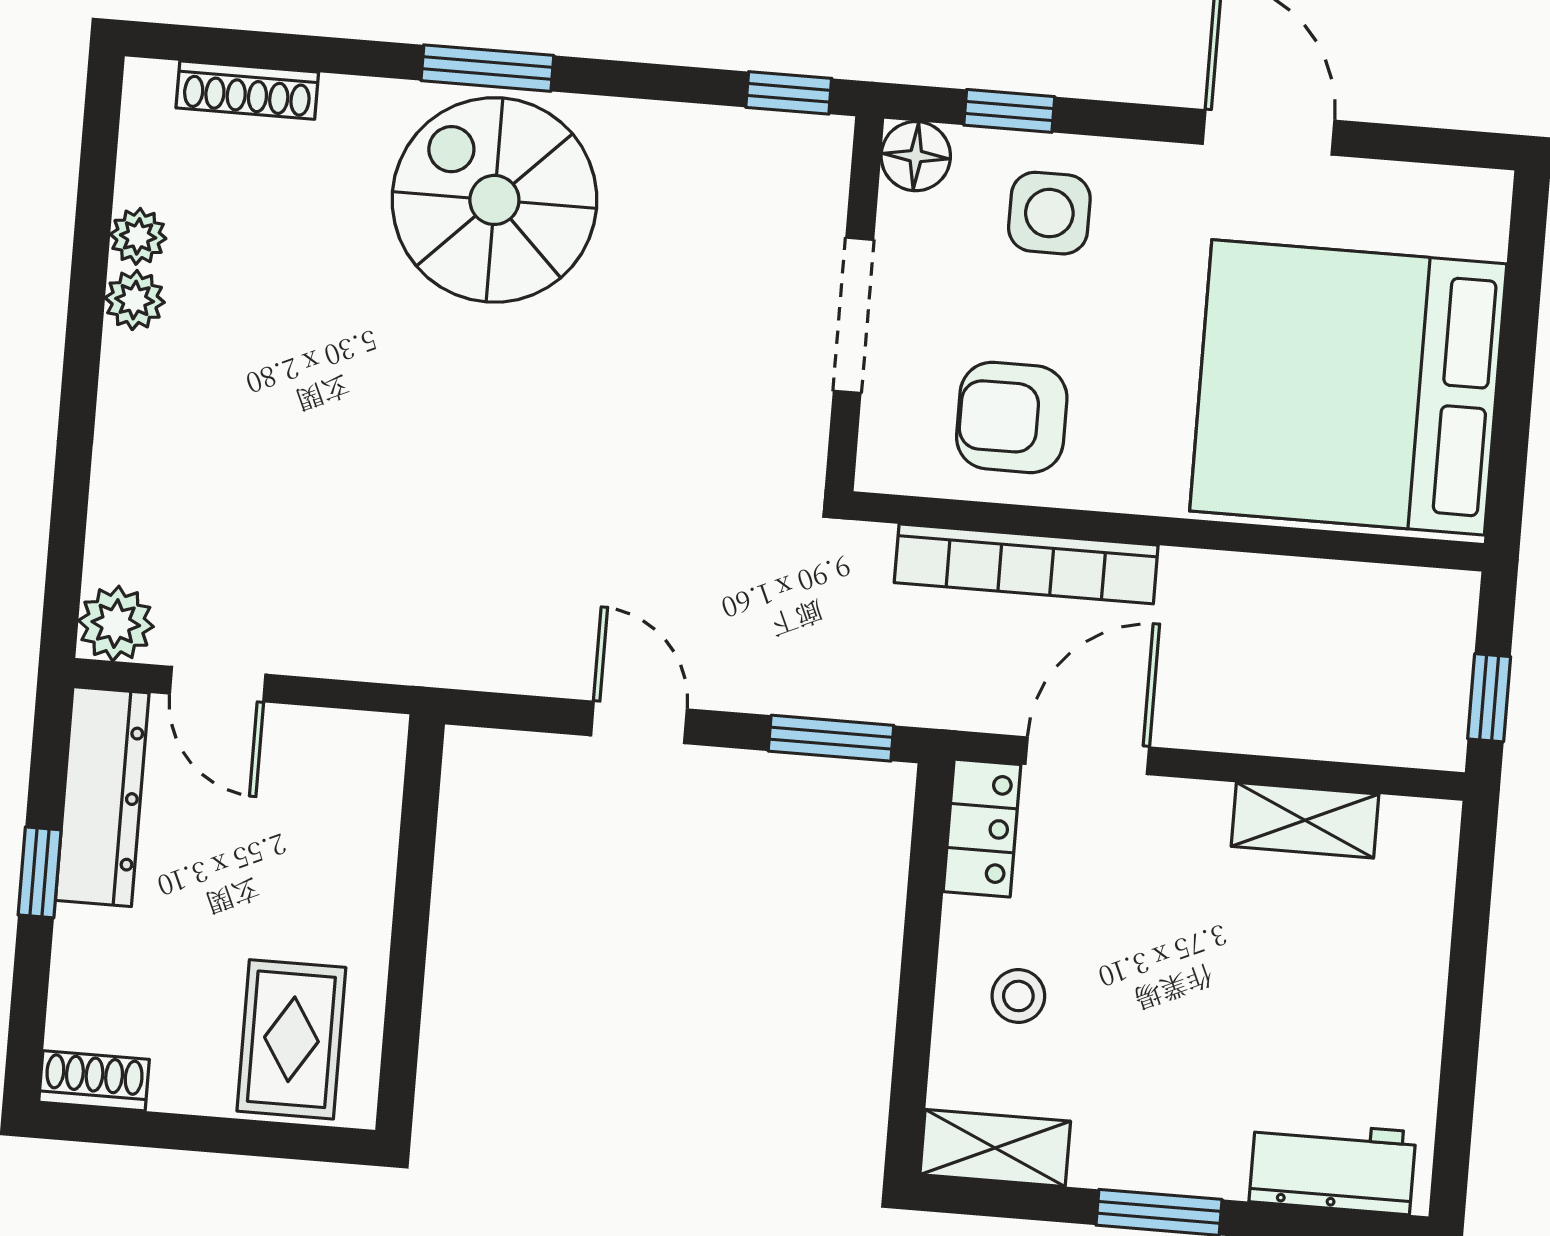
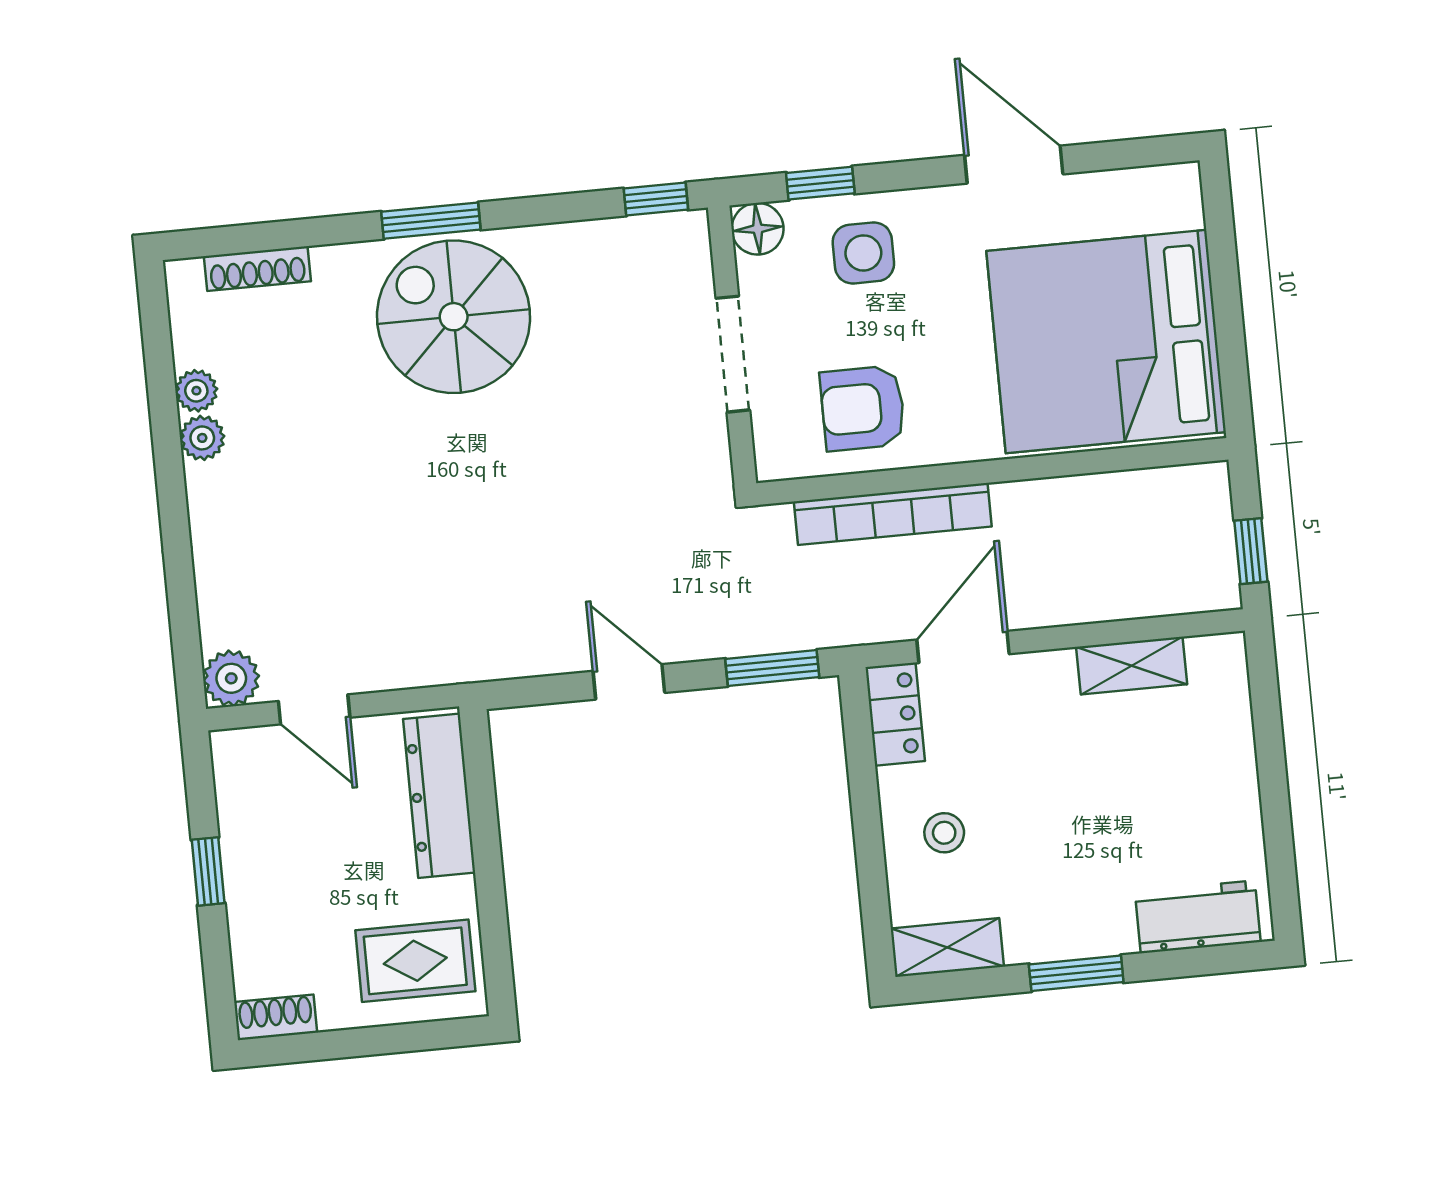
dresser: (102, 797) -> (439, 796), moved, turned 180
rug: (291, 1039) -> (415, 961), turned 90

